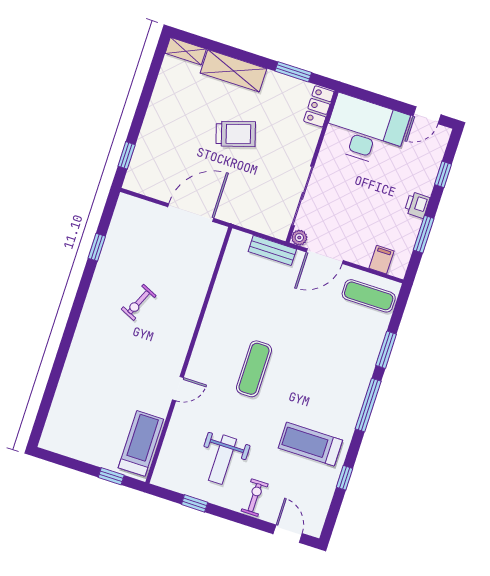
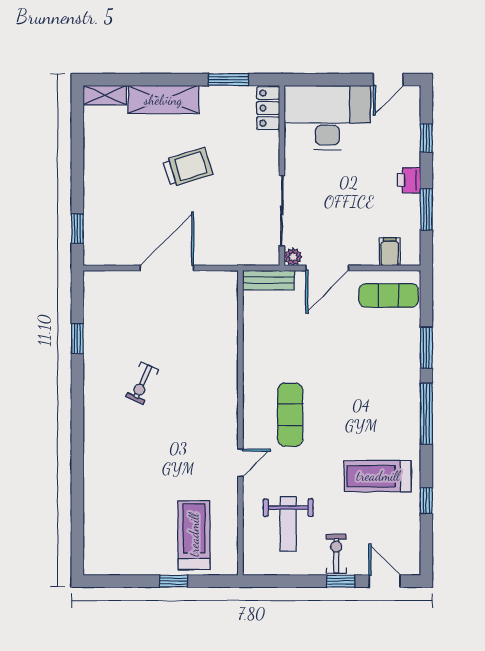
wall: (189, 355) -> (240, 423), moved
door: (178, 389) -> (240, 463), moved
window: (195, 503) -> (341, 581), moved

